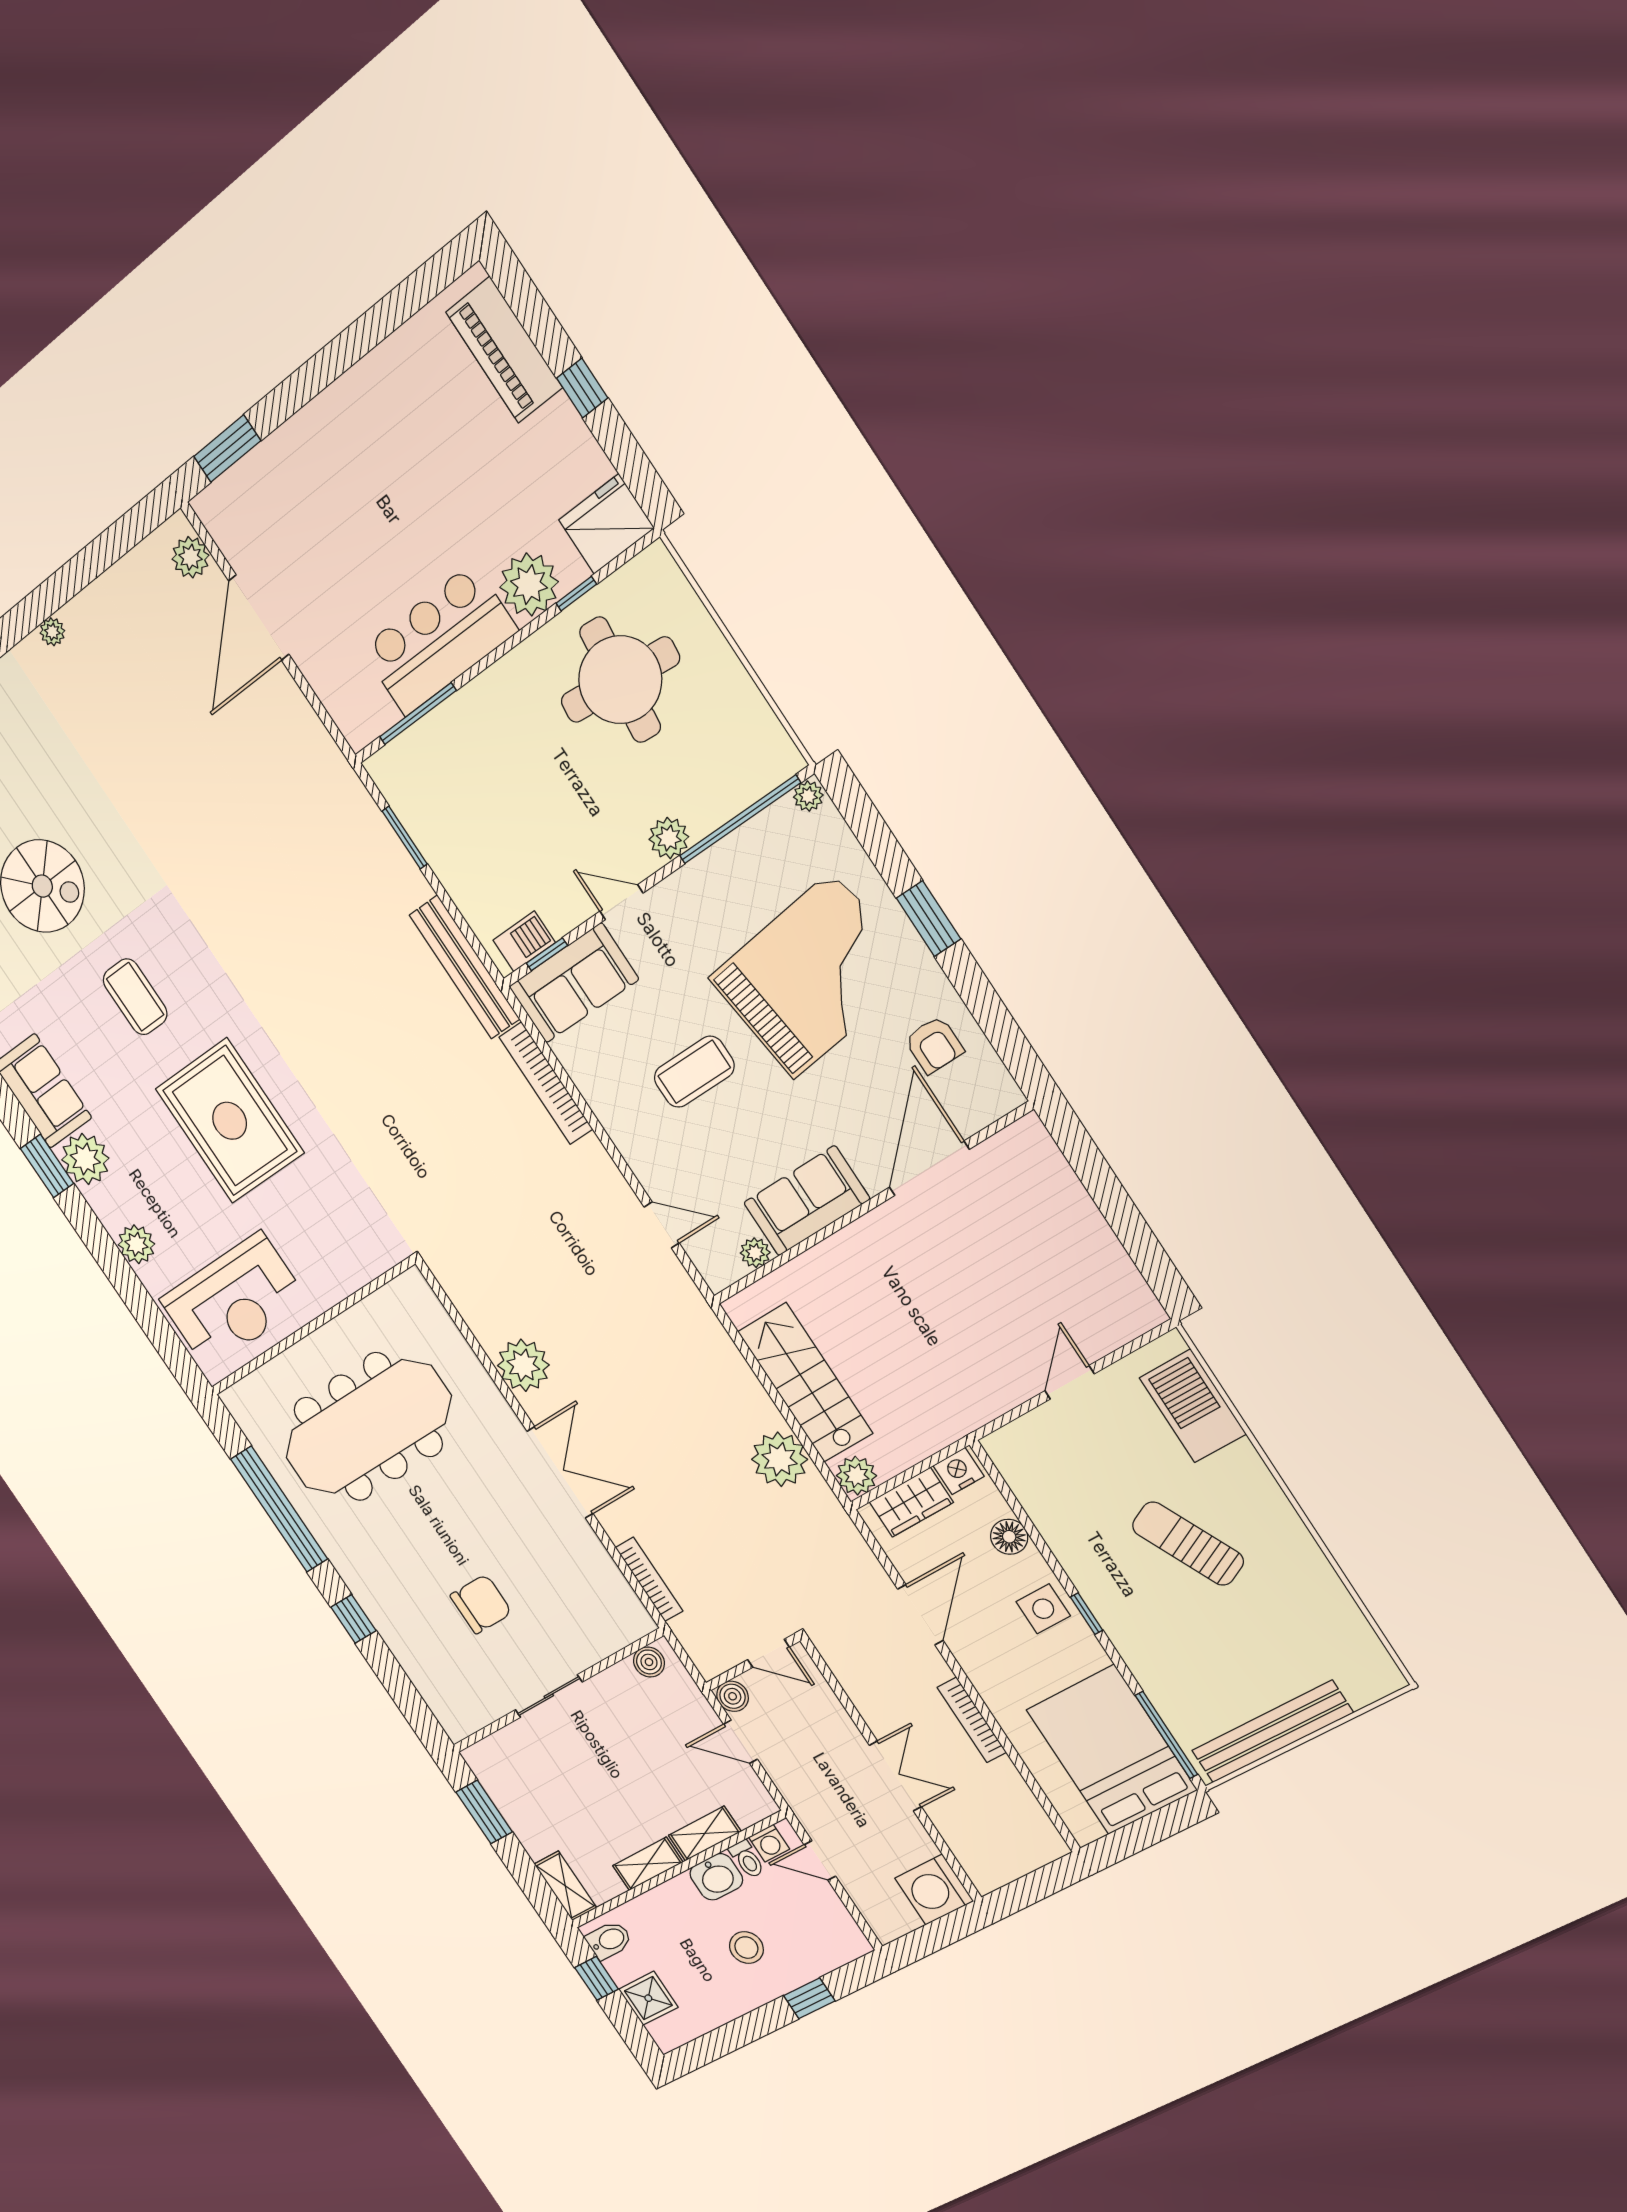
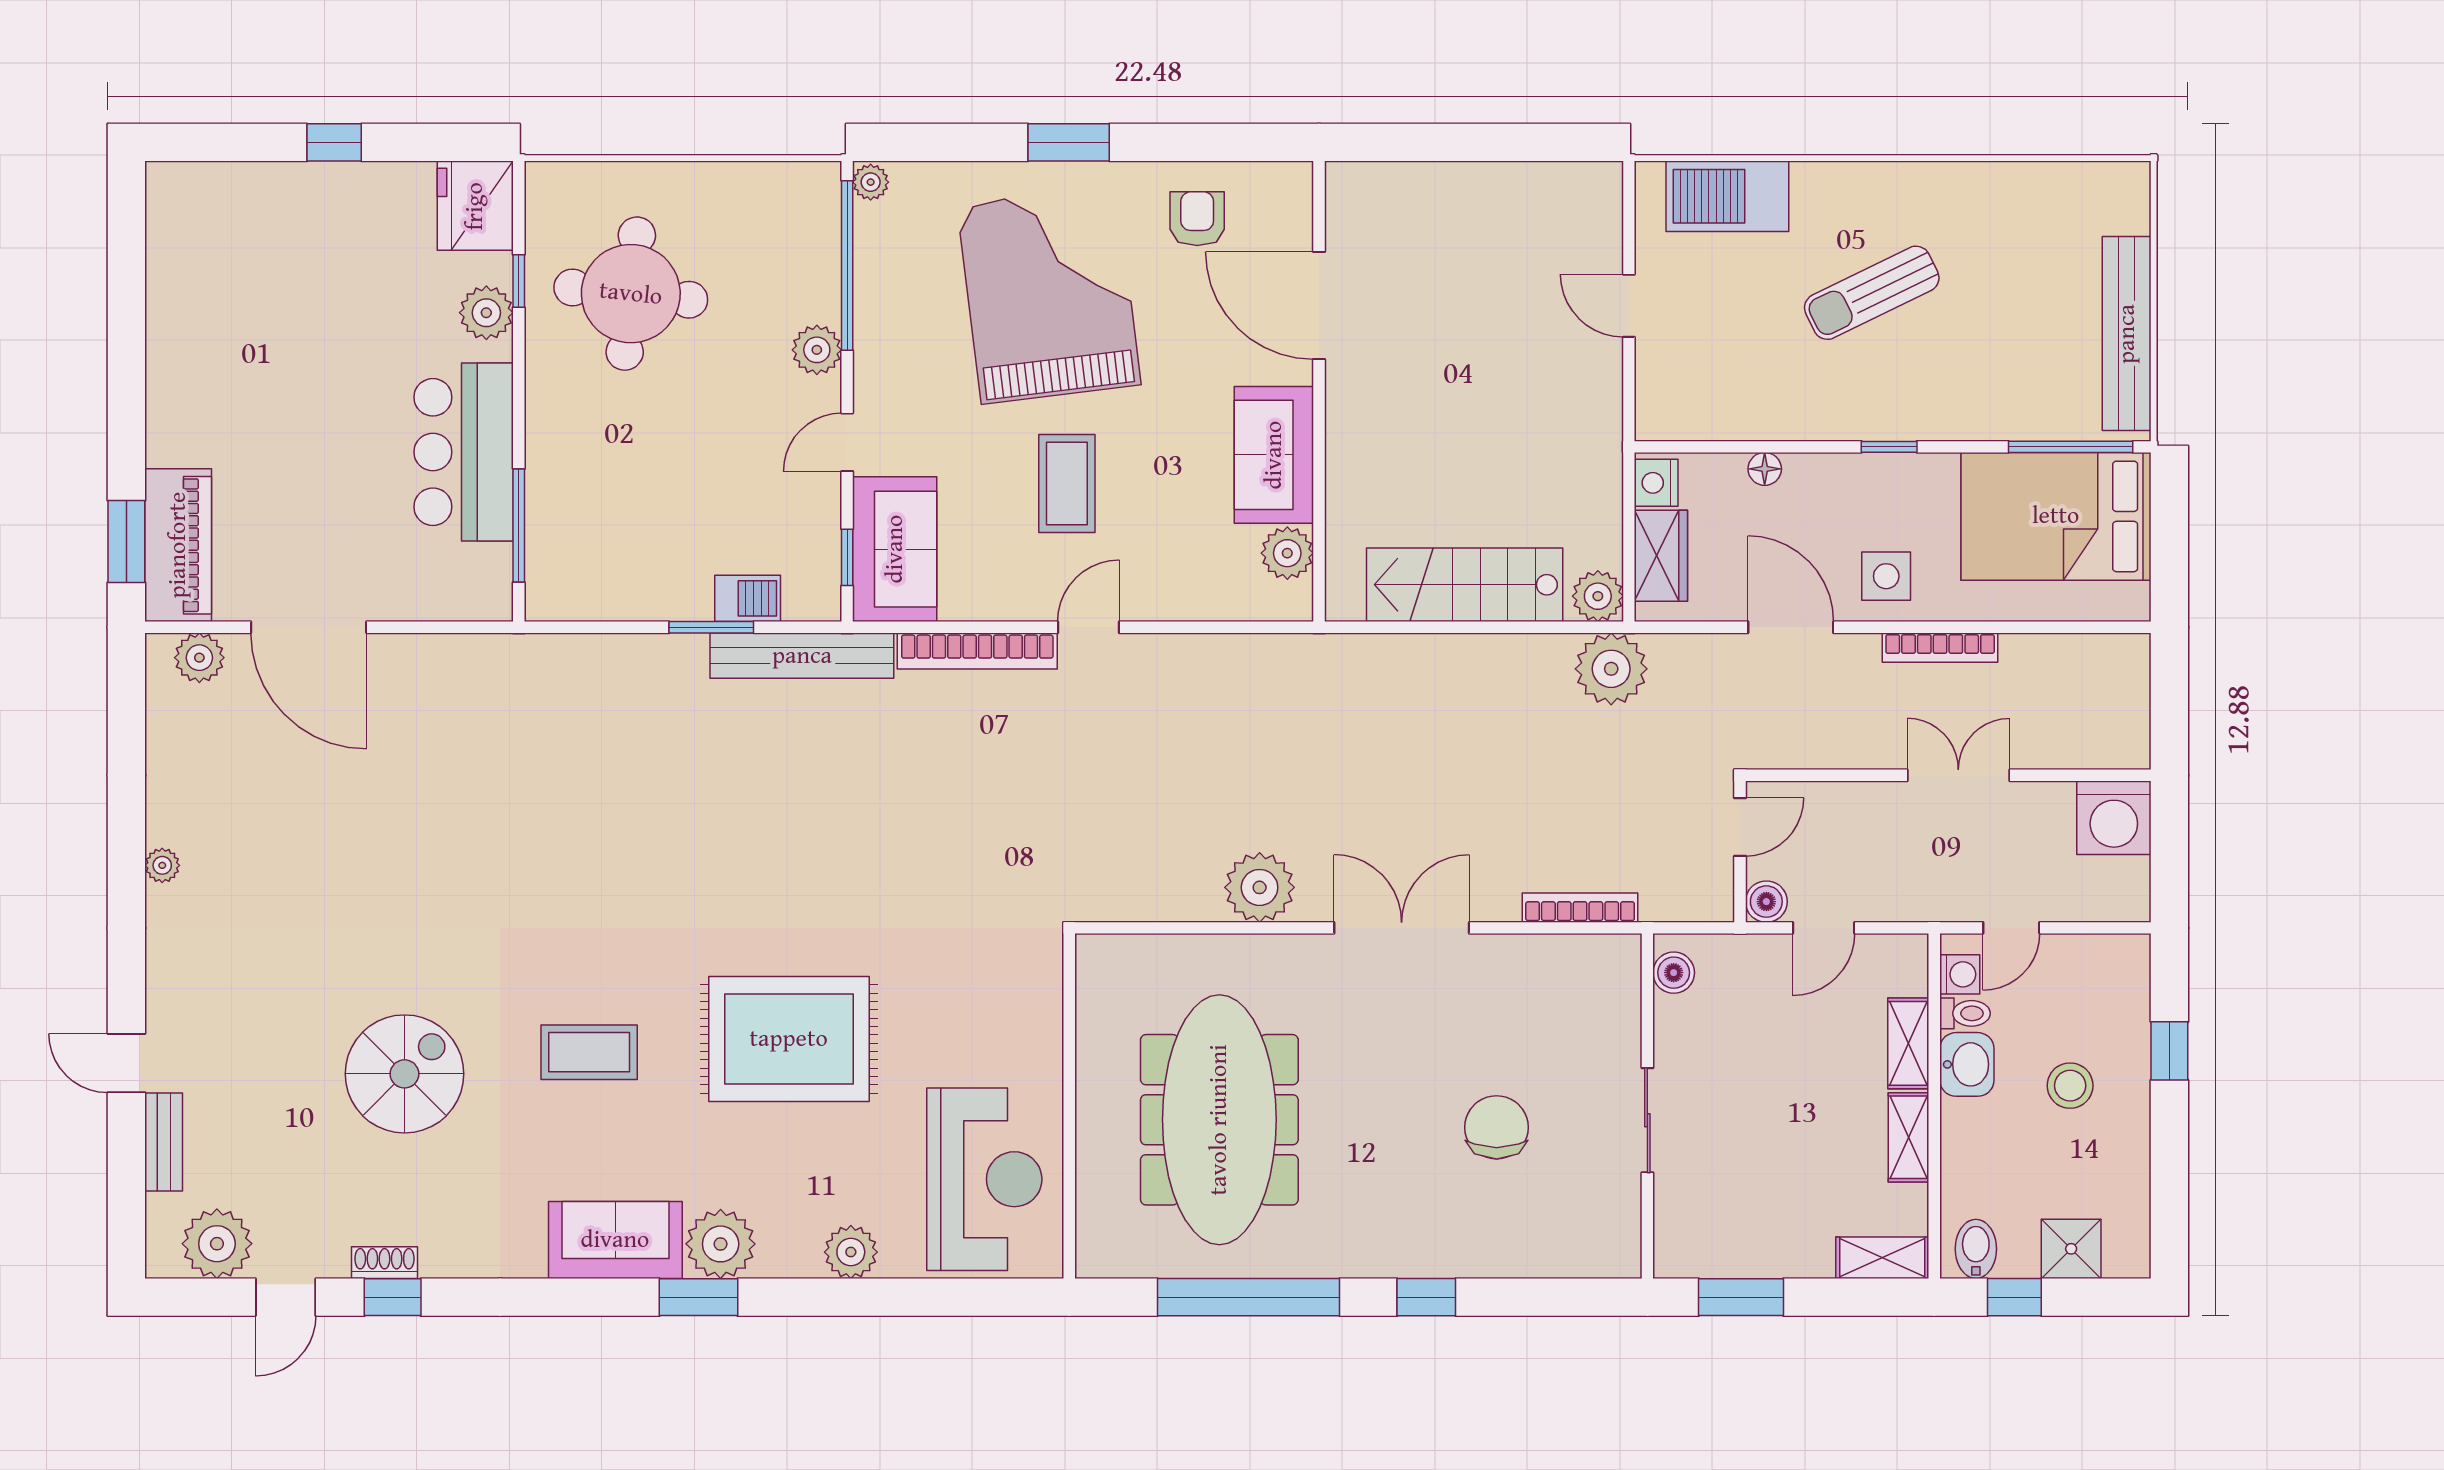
piano: (504, 350) -> (178, 545), moved, turned -90
plant: (529, 585) -> (486, 313), width x0.73, depth x0.73
window: (405, 837) -> (711, 627), moved
barbecue: (524, 941) -> (748, 598), moved, turned 90
armchair: (934, 1045) -> (1197, 219), turned -90
door: (662, 1225) -> (1089, 627), moved
plant: (755, 1253) -> (1287, 553), width x1.38, depth x1.38
plant: (780, 1459) -> (1611, 669), moved
floor lamp: (1009, 1537) -> (1765, 469), width x0.73, depth x0.73
side table: (1043, 1609) -> (1886, 576), moved

